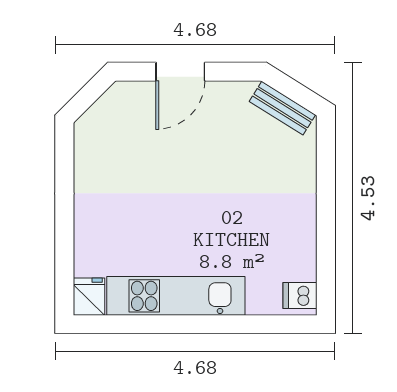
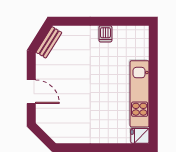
dishwasher: (300, 296) -> (105, 34), moved

